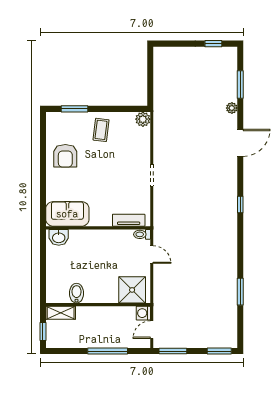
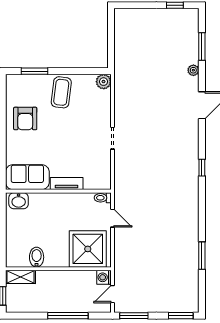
coffee table: (101, 130) -> (61, 92), width x1.36, depth x1.30
tv unit: (129, 220) -> (67, 183), moved
shower: (132, 290) -> (88, 249), width x1.37, depth x1.37

